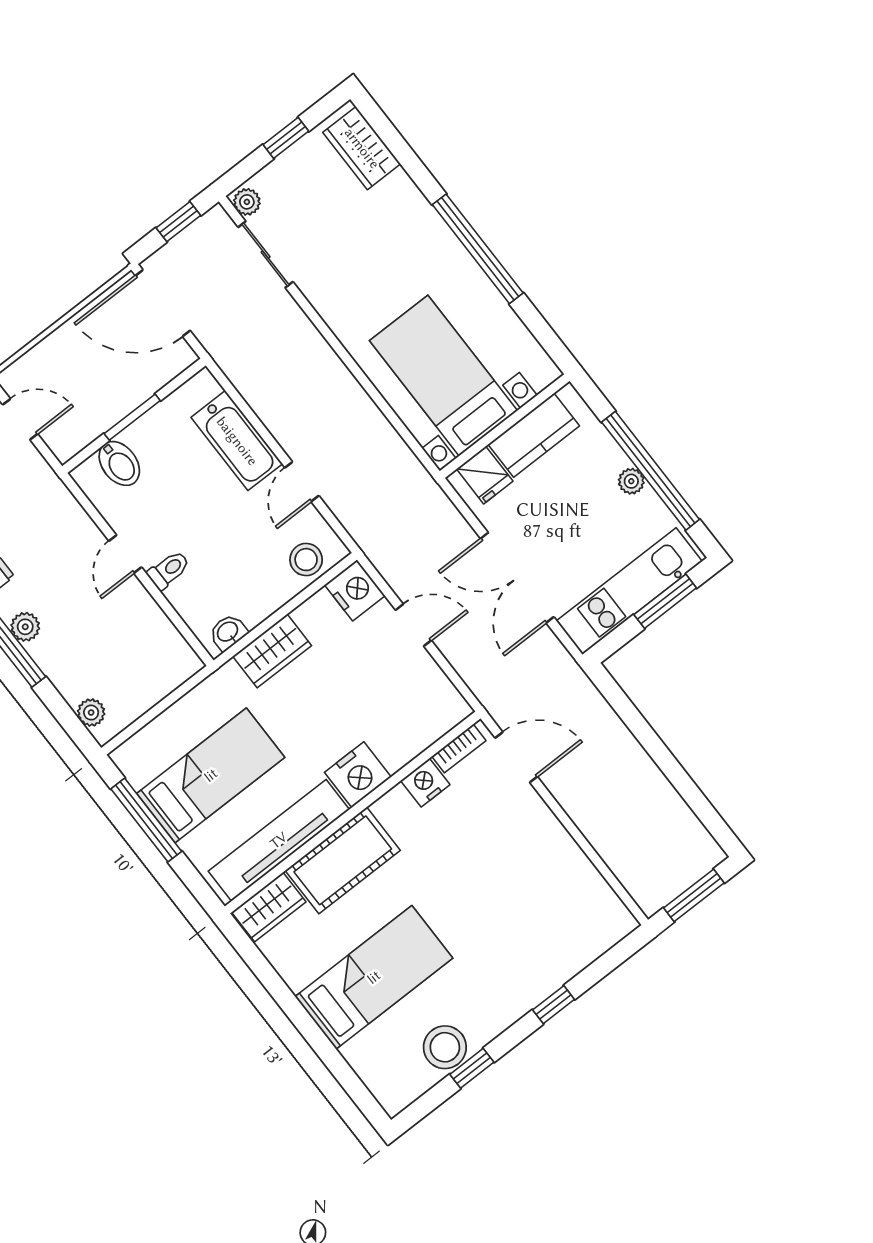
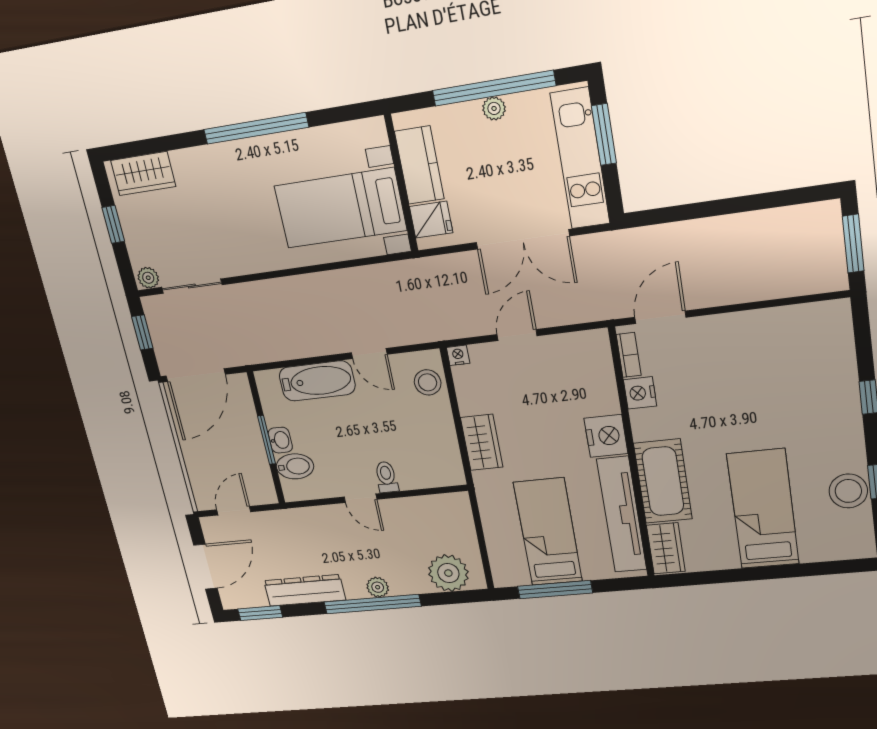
nightstand: (355, 590) -> (458, 355), width x0.53, depth x0.56
washbasin: (228, 632) -> (280, 440), moved, turned 180
plant: (91, 713) -> (448, 573), width x1.87, depth x1.87

